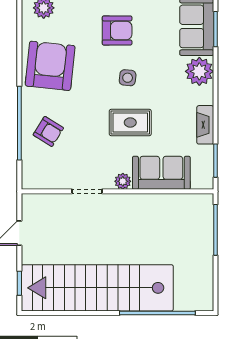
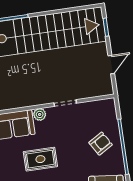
armchair: (48, 131) -> (101, 144), turned 117

